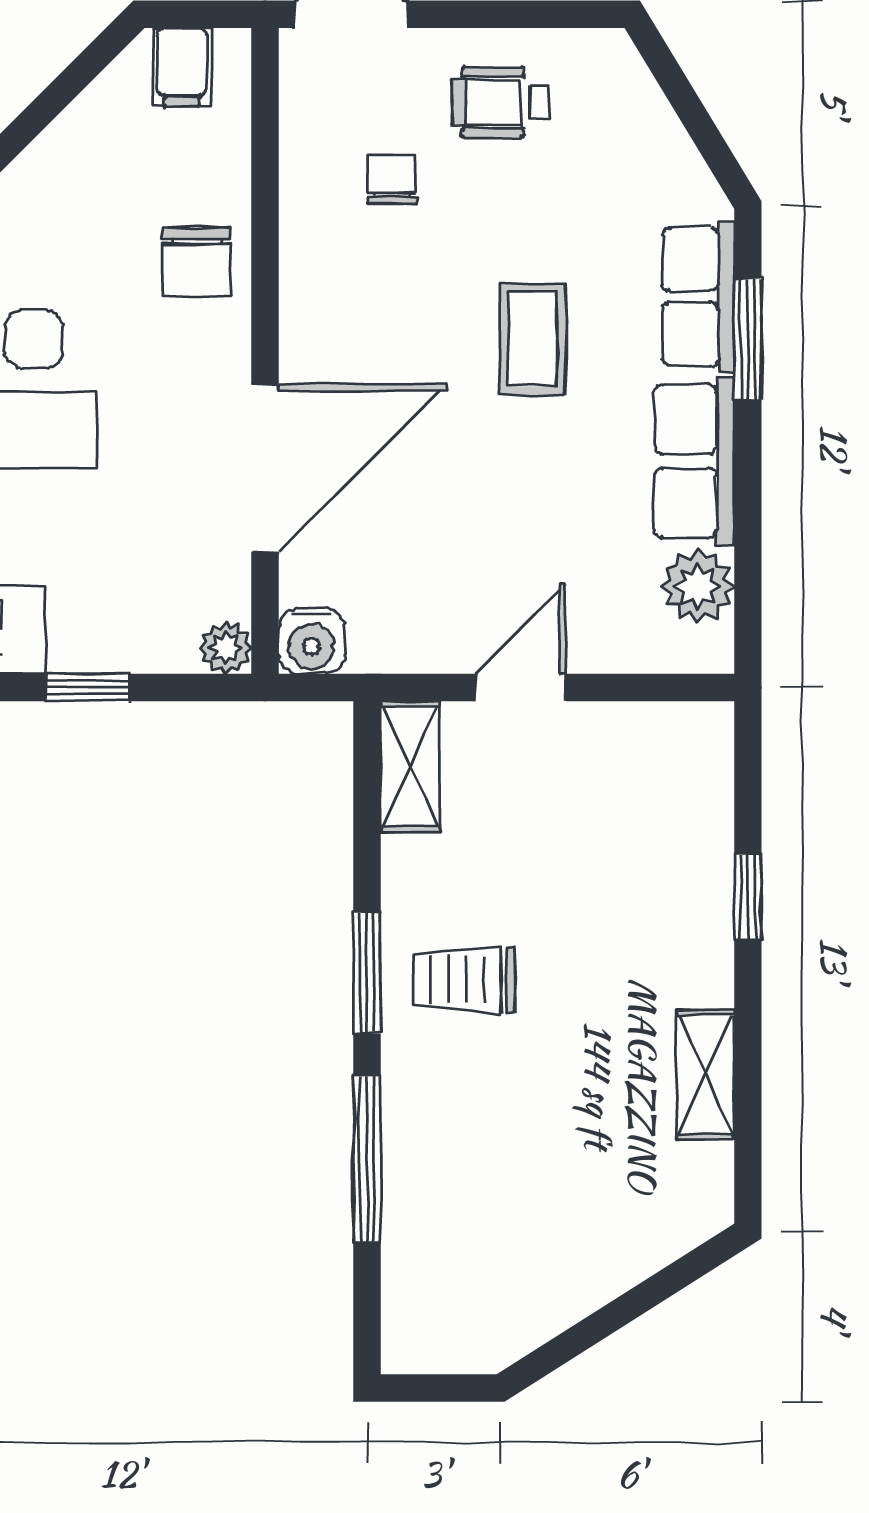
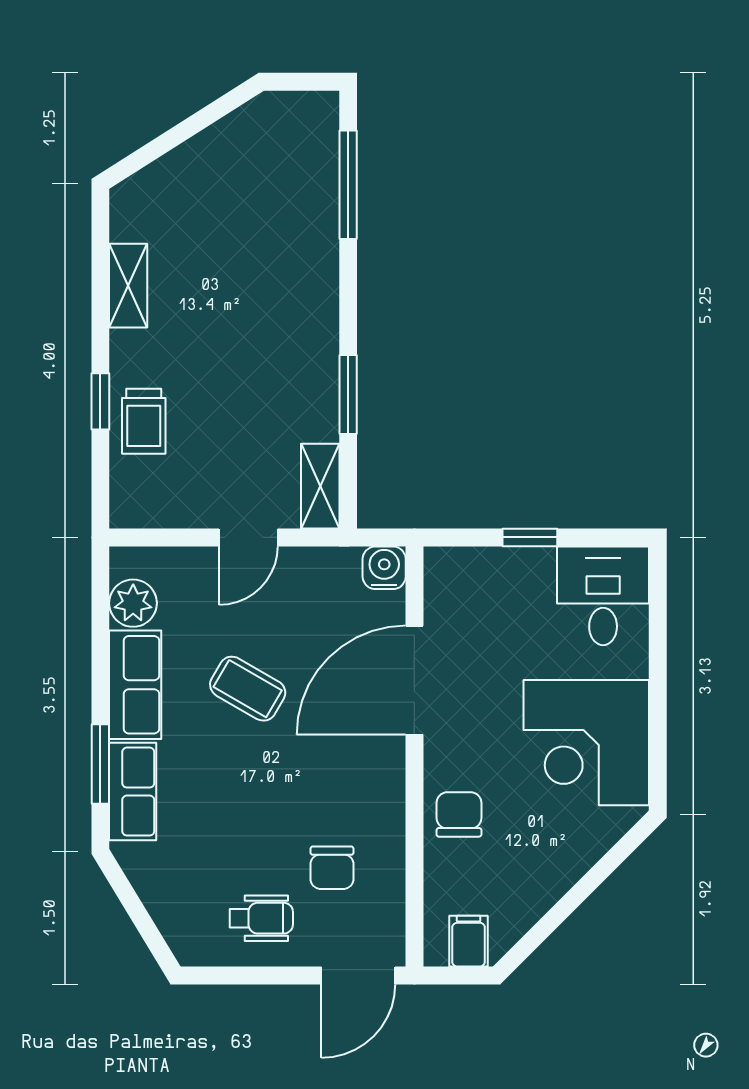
chair: (392, 180) -> (332, 868), width x1.37, depth x1.37
coffee table: (532, 339) -> (248, 689), moved, turned -60
plant: (225, 648) -> (440, 563), removed
window: (367, 973) -> (348, 394), moved
trolley: (464, 980) -> (144, 421), moved, turned 90
window: (367, 1160) -> (348, 185), moved

